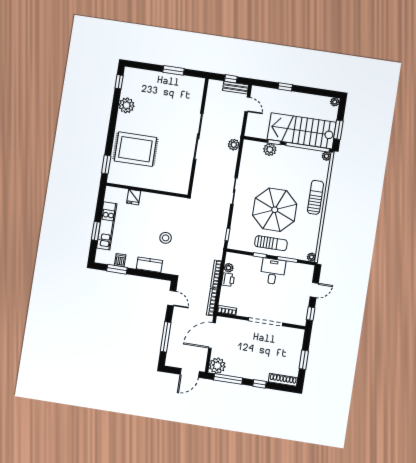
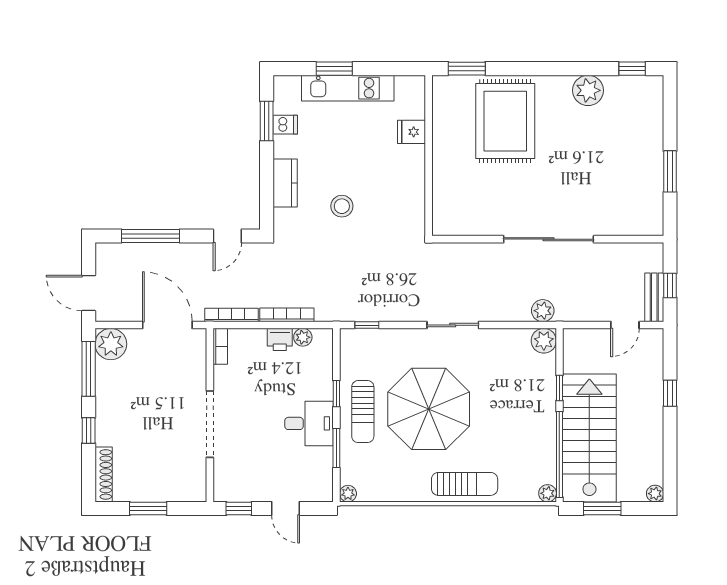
plant: (270, 150) -> (544, 341), moved

